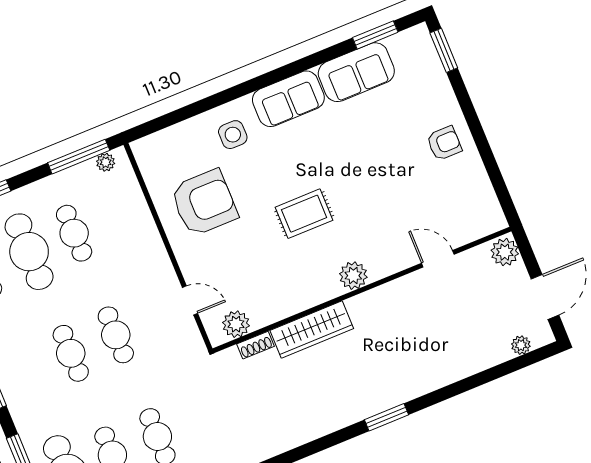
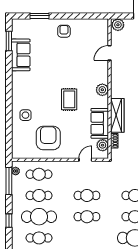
window: (444, 50) -> (40, 16), moved
sofa: (288, 99) -> (100, 123), moved, turned 180
cafe table: (119, 215) -> (39, 174), added

